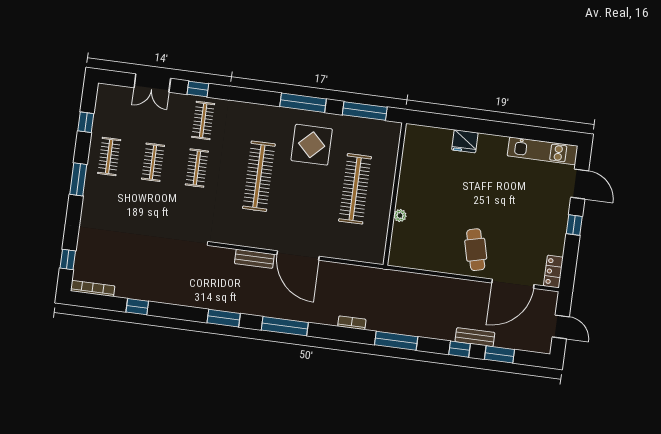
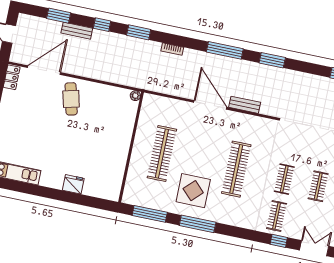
plant: (400, 216) -> (135, 96), moved
window: (396, 341) -> (139, 32), width x0.69
window: (460, 349) -> (102, 25), moved

